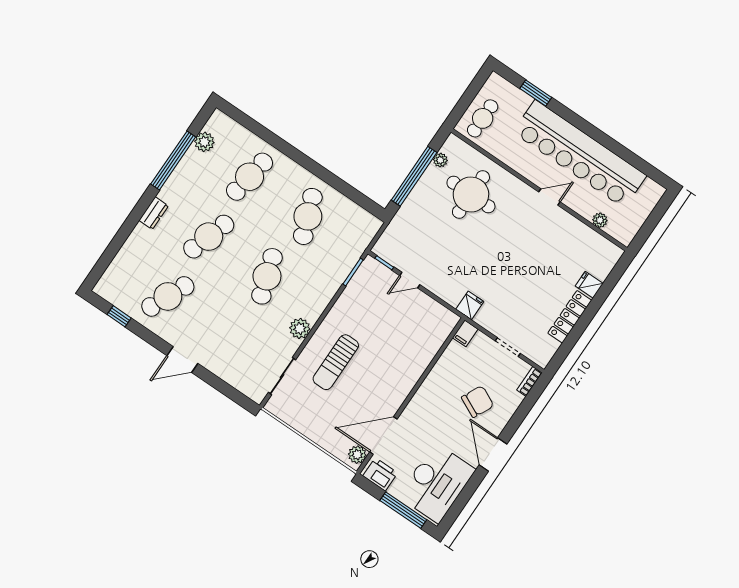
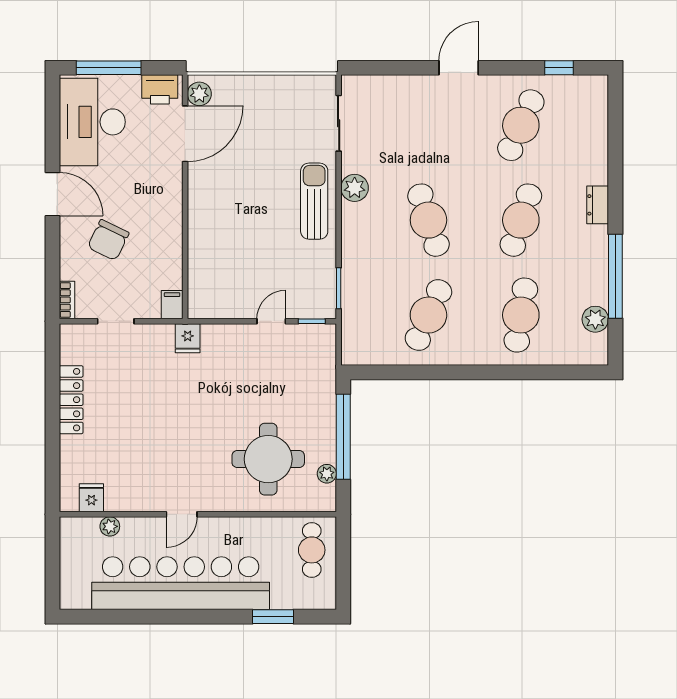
cafe table: (308, 216) -> (428, 315), turned 45
fridge: (589, 285) -> (91, 498), moved, turned -90
sun lounger: (336, 362) -> (314, 201), moved

